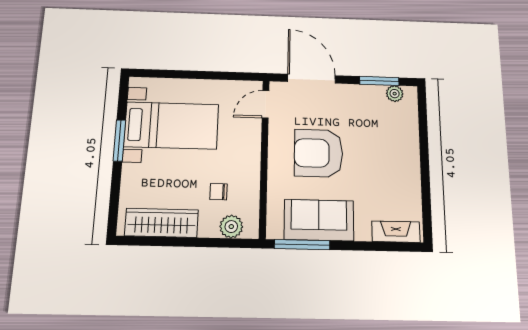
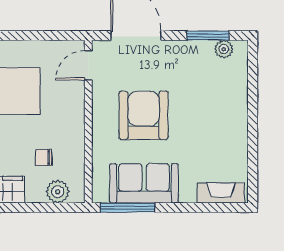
armchair: (318, 153) -> (144, 115), turned 90

